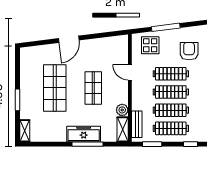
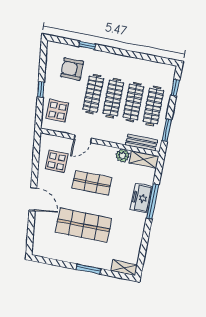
window: (166, 27) -> (41, 89), width x0.46
display table: (106, 54) -> (57, 161), added
freezer: (84, 134) -> (142, 198), width x0.71

